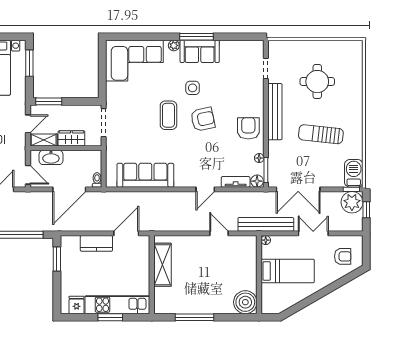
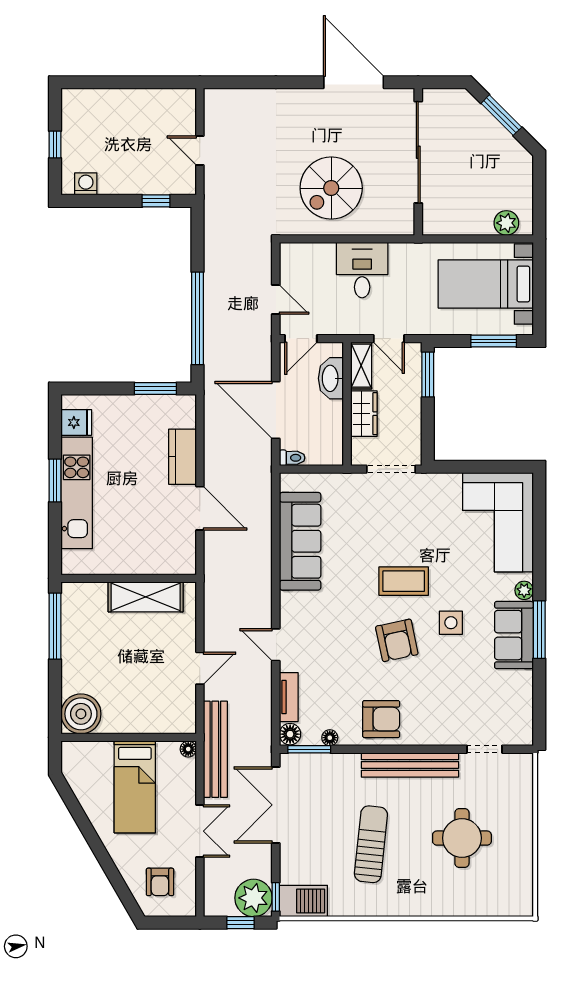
shelving: (162, 265) -> (146, 597), moved
wall: (152, 275) -> (129, 578), moved

